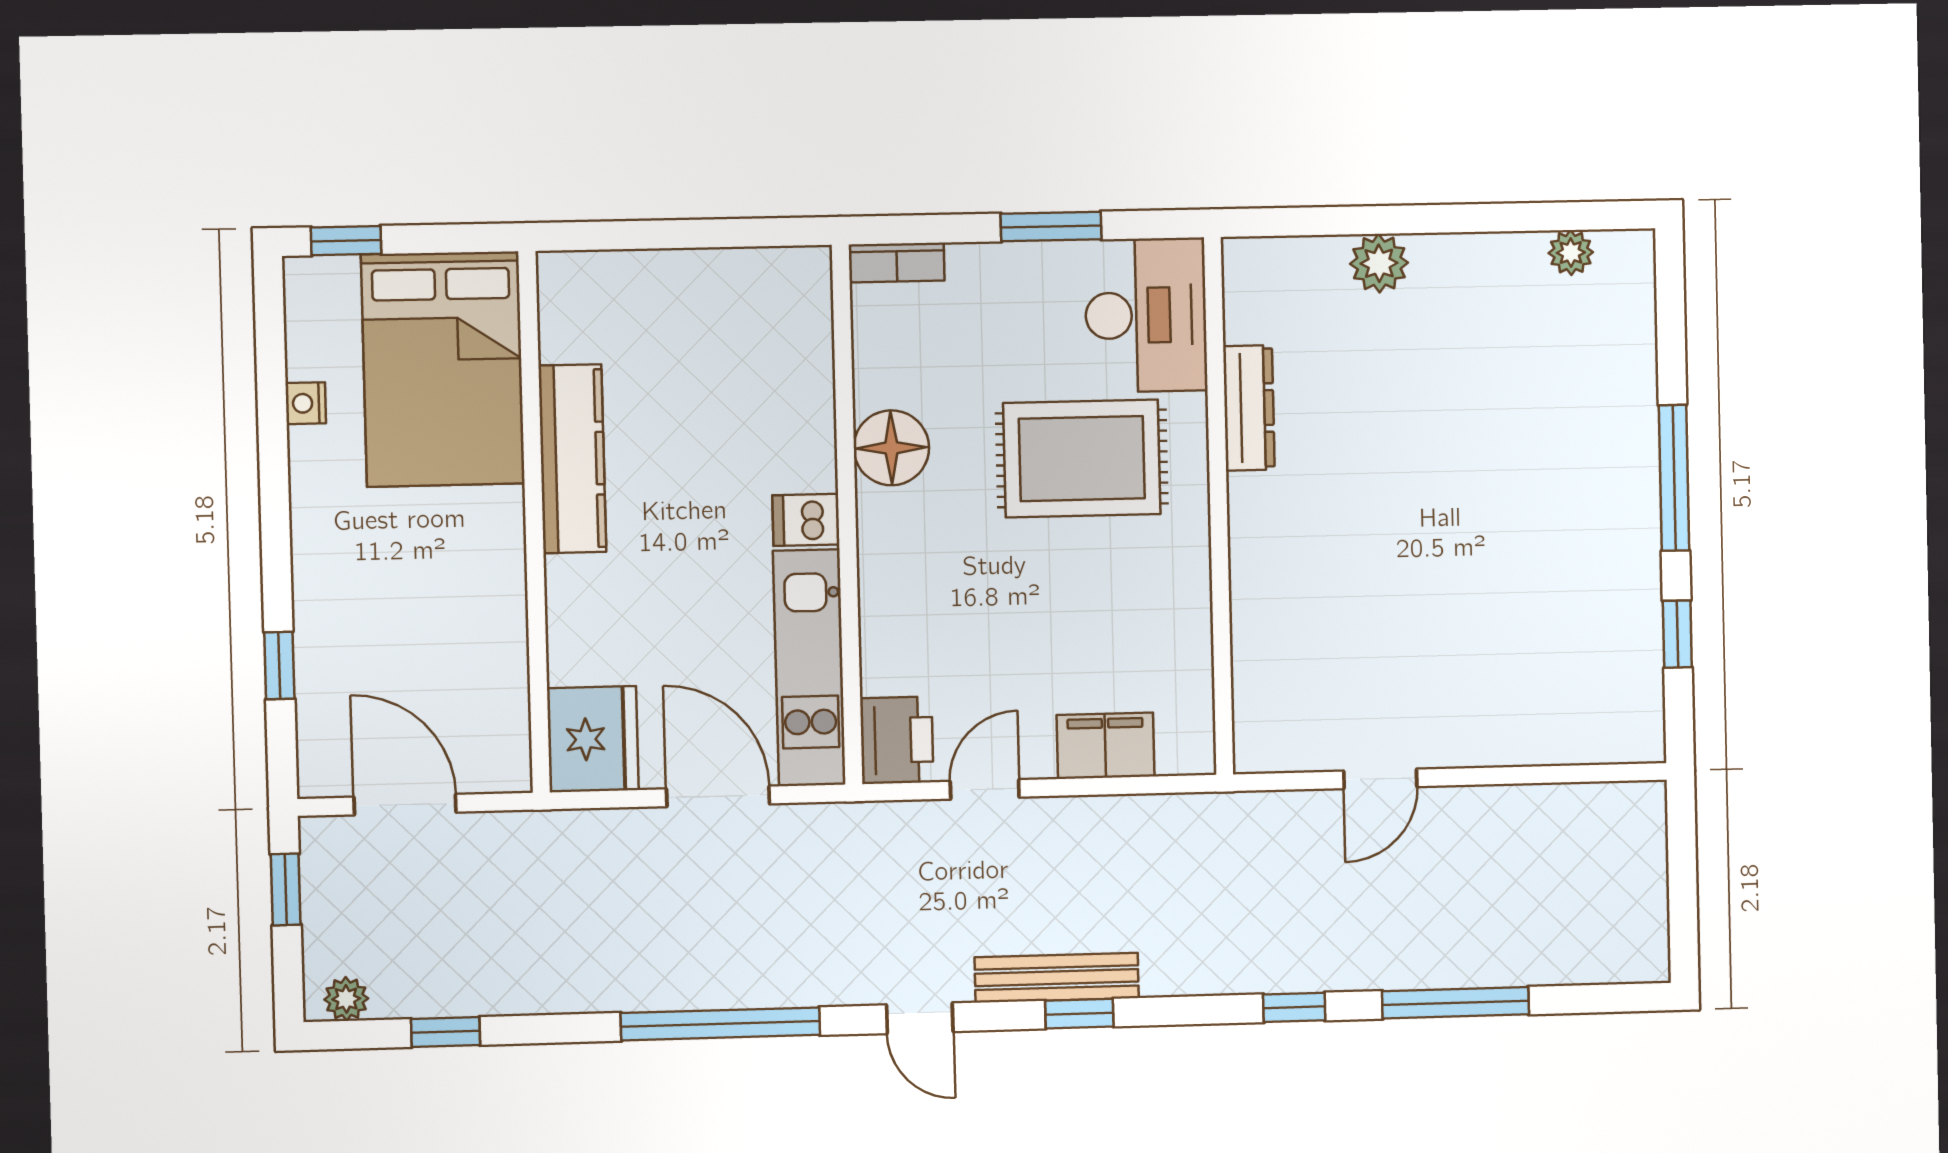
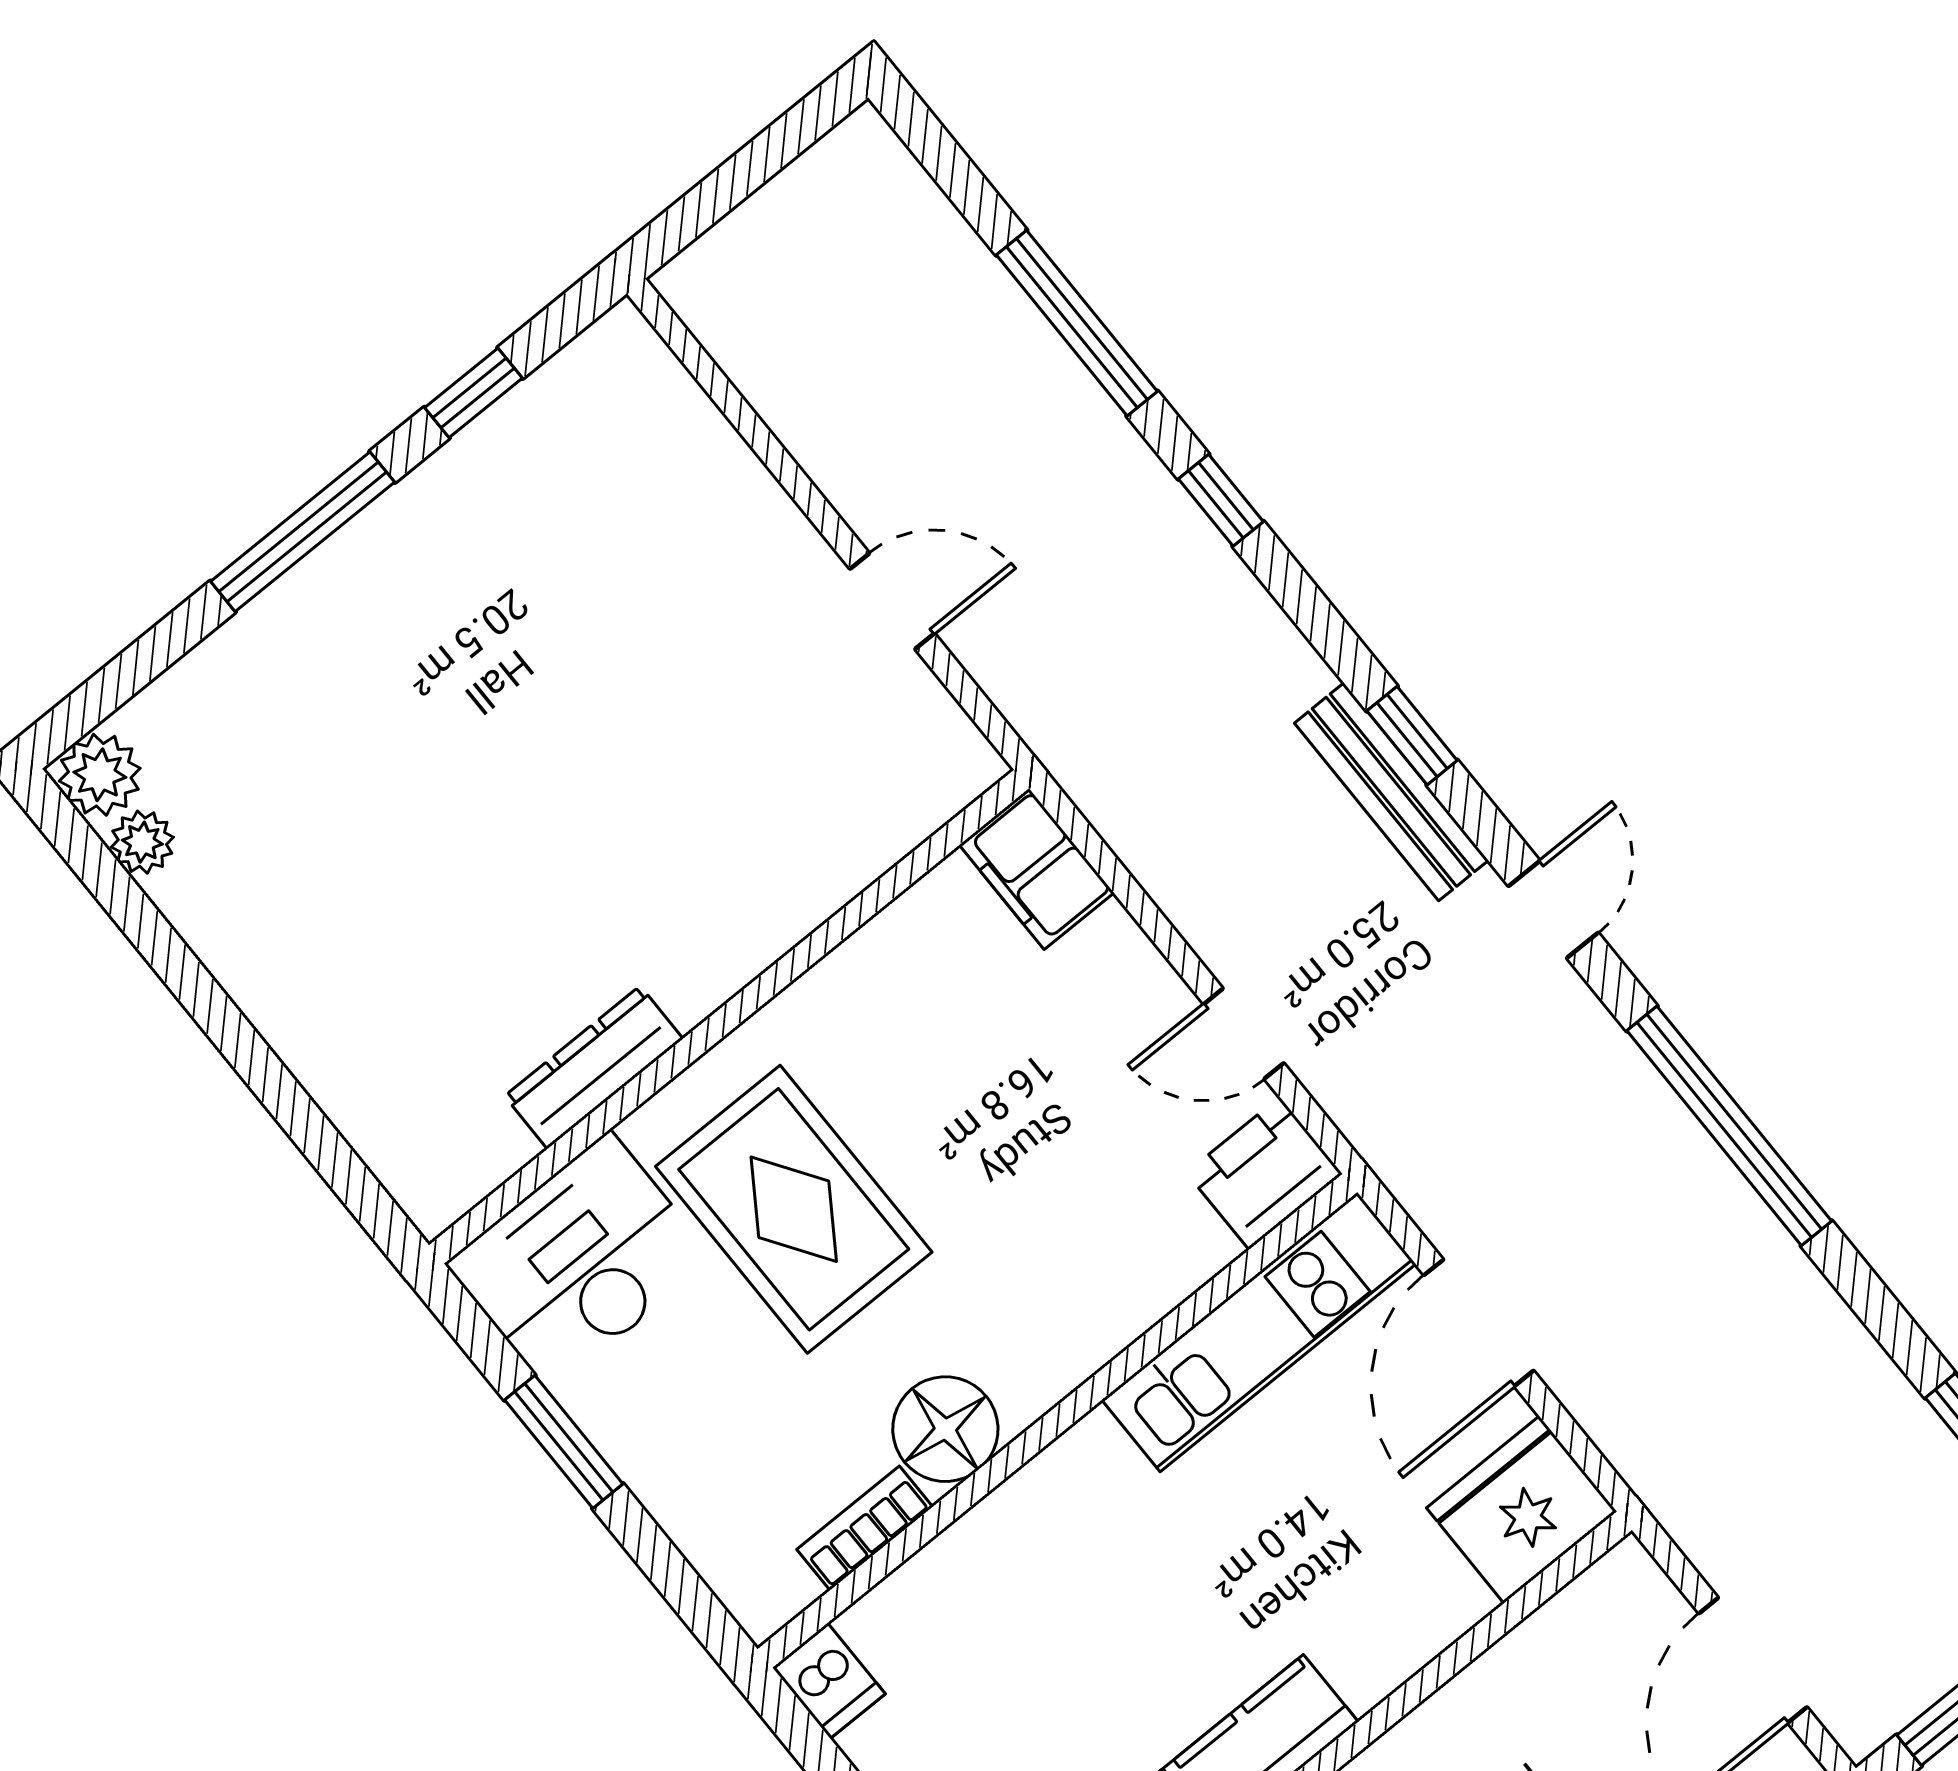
bookcase: (897, 263) -> (865, 1528), moved, turned -90
plant: (1379, 263) -> (100, 775), moved
dishwasher: (806, 520) -> (829, 1681), moved
filing cabinet: (1105, 746) -> (1037, 869), moved

